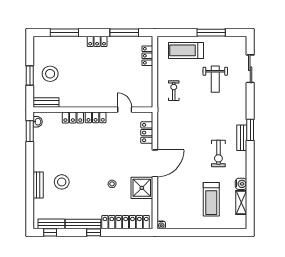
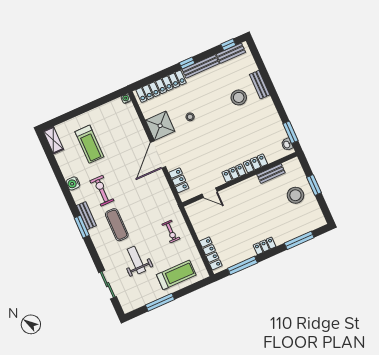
locker: (147, 56) -> (211, 253), width x1.53
bench: (46, 102) -> (271, 174), moved
exercise mat: (219, 118) -> (117, 225), added
water cooler: (241, 184) -> (73, 183), moved
treadmill: (211, 199) -> (89, 144), turned 180
shelving: (241, 202) -> (53, 140), moved

